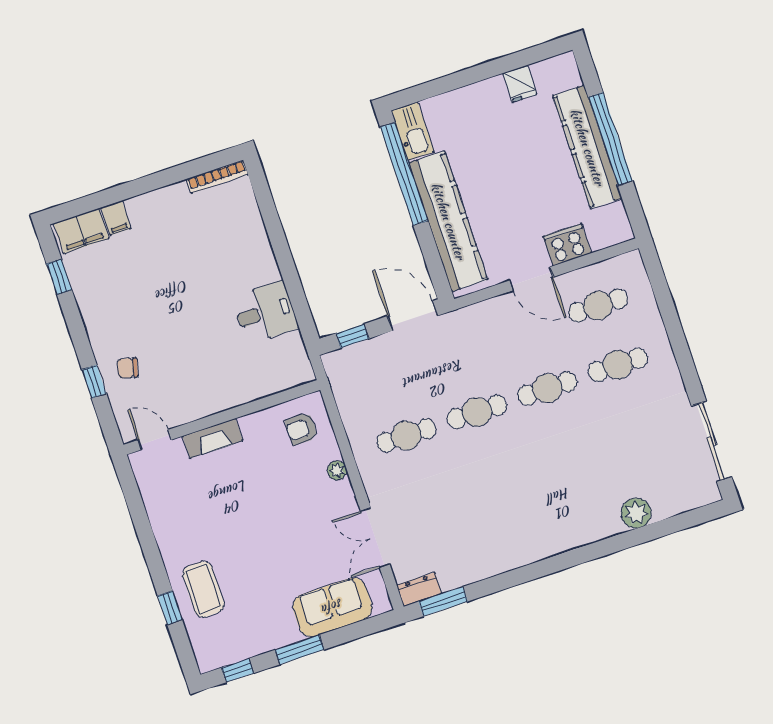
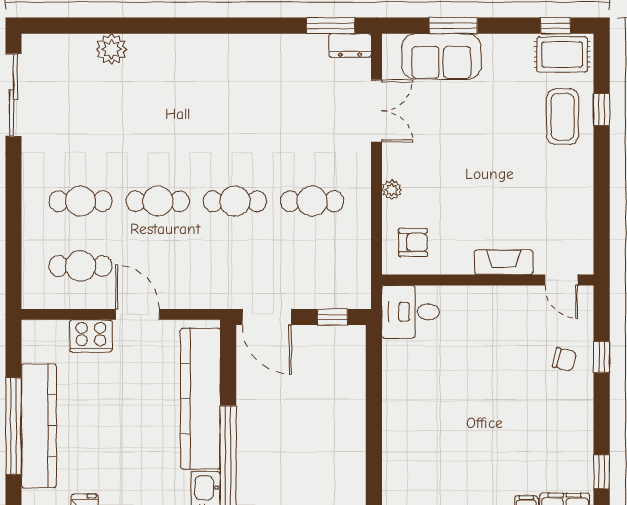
desk: (265, 312) -> (410, 312), moved
rug: (223, 646) -> (562, 54), added
window: (299, 650) -> (453, 26), moved

